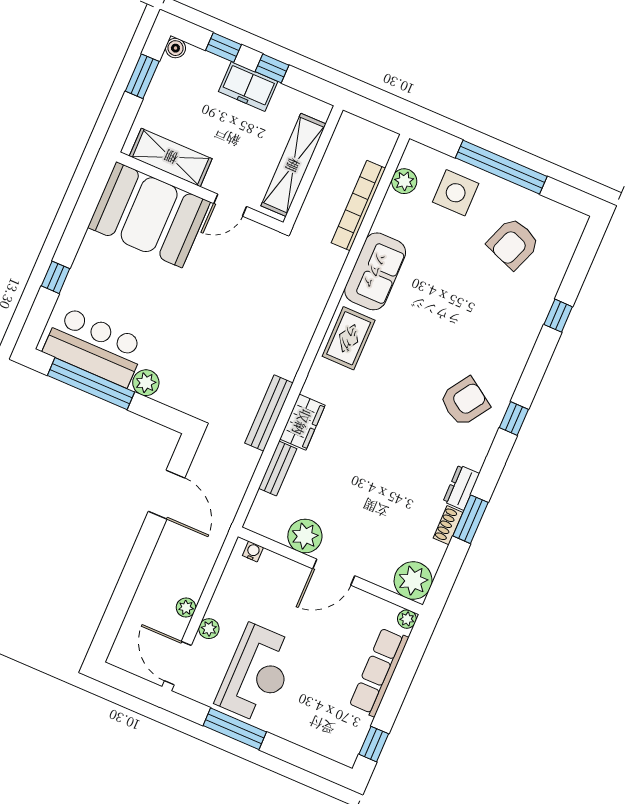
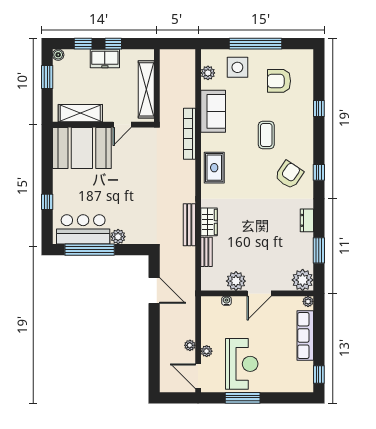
bookcase: (358, 206) -> (189, 134), moved
armchair: (513, 243) -> (279, 81), turned 69
sofa: (375, 271) -> (213, 111), moved
coffee table: (455, 322) -> (266, 135), added
window: (470, 519) -> (319, 250), moved
shoe rack: (448, 525) -> (308, 243), removed
water cooler: (253, 551) -> (226, 301), moved

